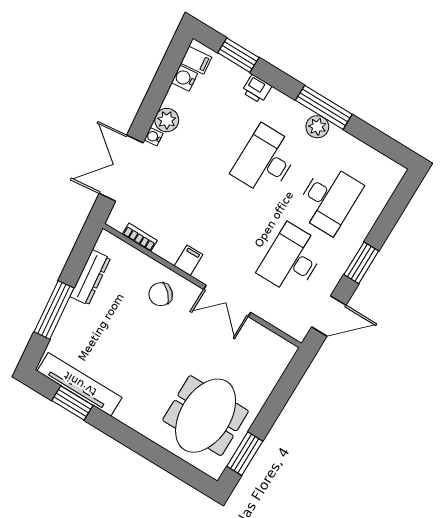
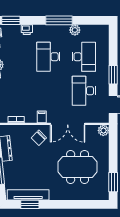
plant: (317, 127) -> (75, 30), moved
double door: (227, 301) -> (68, 124), width x1.37
plant: (284, 351) -> (103, 130), added
meeting table: (206, 416) -> (78, 167), moved, turned 90

